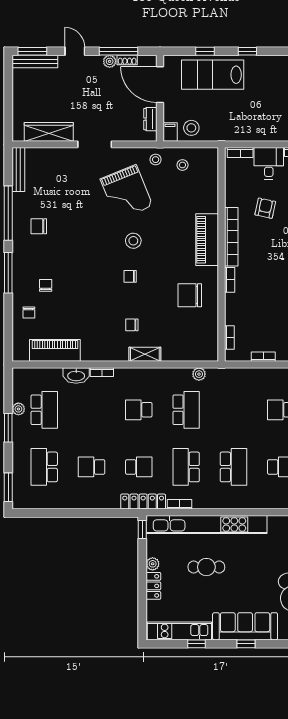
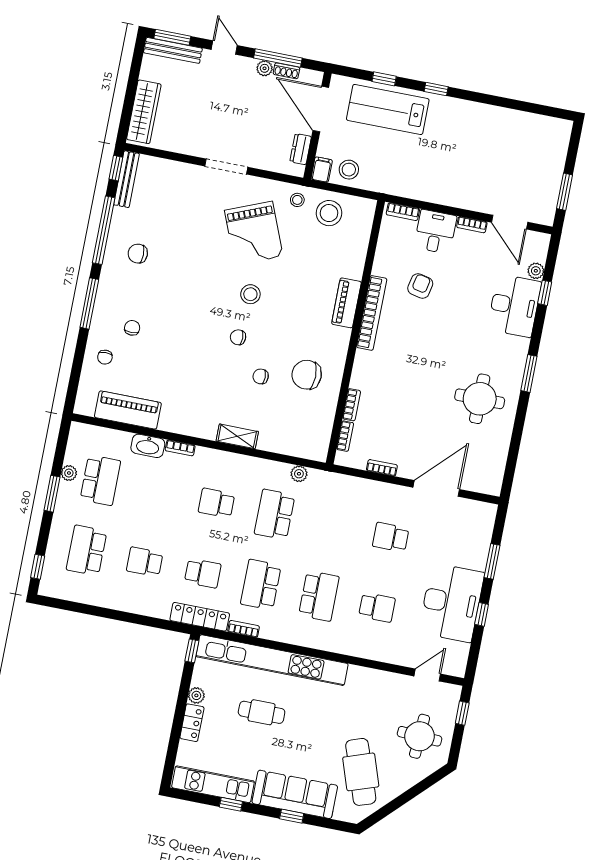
wardrobe: (49, 132) -> (144, 112), moved, turned 90
window: (8, 163) -> (116, 168), added
stool: (182, 165) -> (329, 213), width x1.89, depth x1.89
piano: (207, 240) -> (346, 303), width x0.73, depth x0.75
bookcase: (230, 280) -> (352, 405), moved
chair: (132, 325) -> (261, 376), moved
school desk: (186, 410) -> (275, 514), turned 180
window: (8, 487) -> (38, 567), width x0.67

